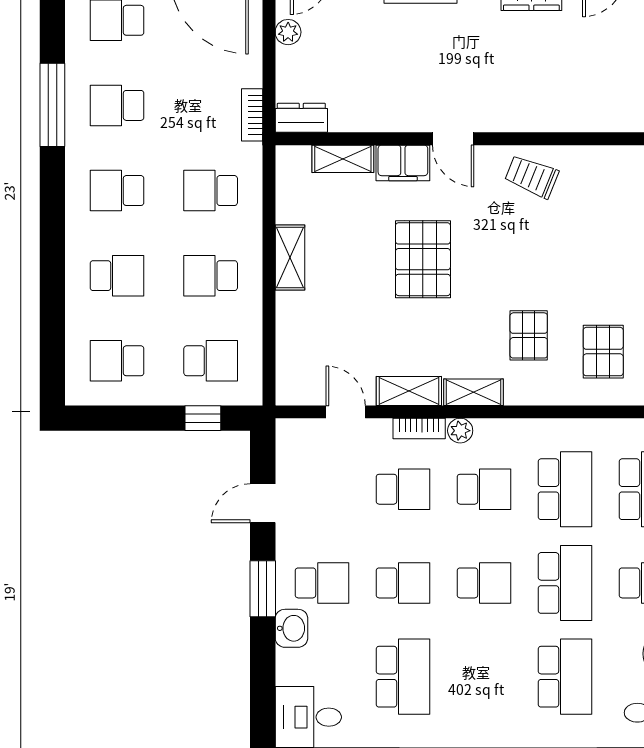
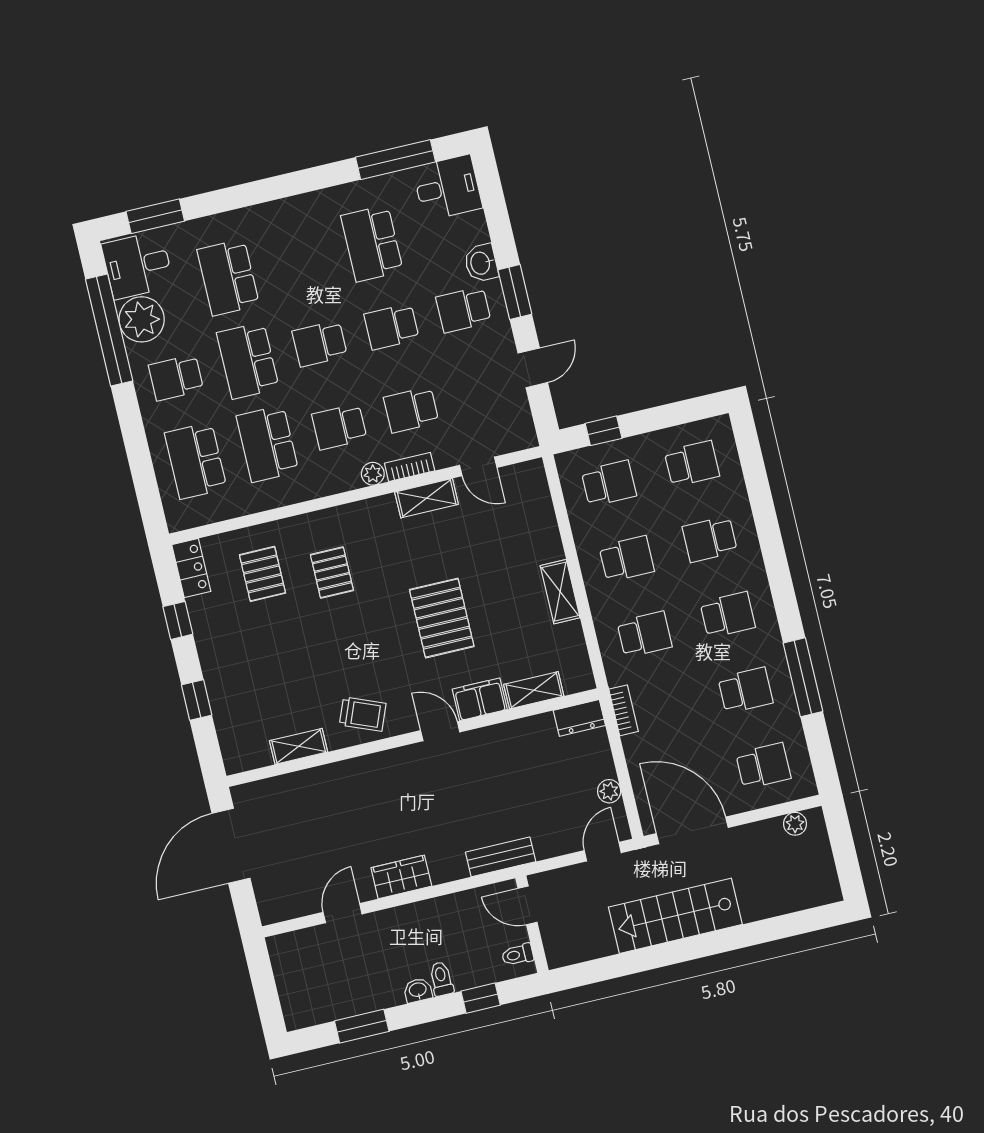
school desk: (211, 361) -> (609, 483), turned 180
shelving: (473, 392) -> (299, 746), moved

